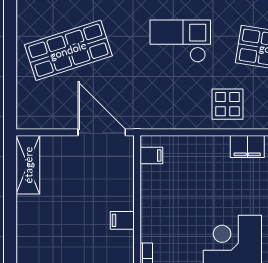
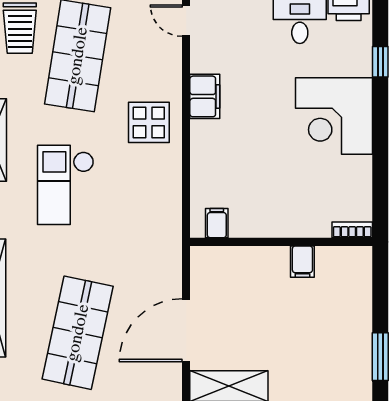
shop shelf: (68, 50) -> (78, 333), turned 30
door: (102, 132) -> (186, 330), moved

